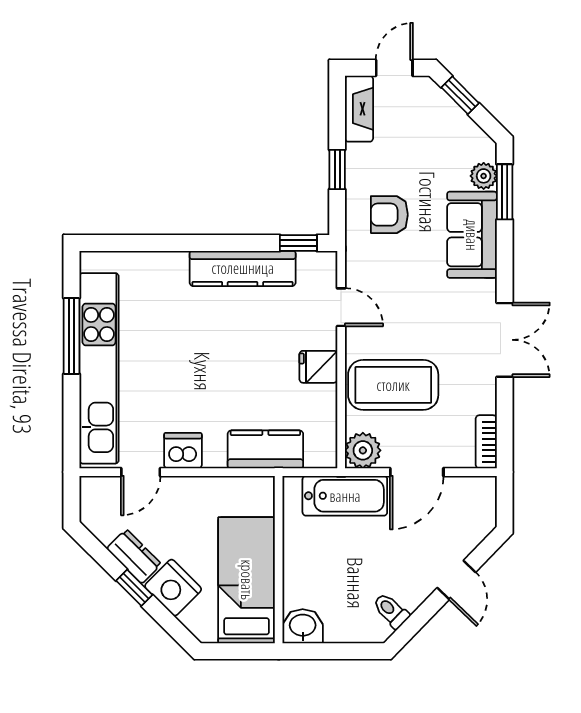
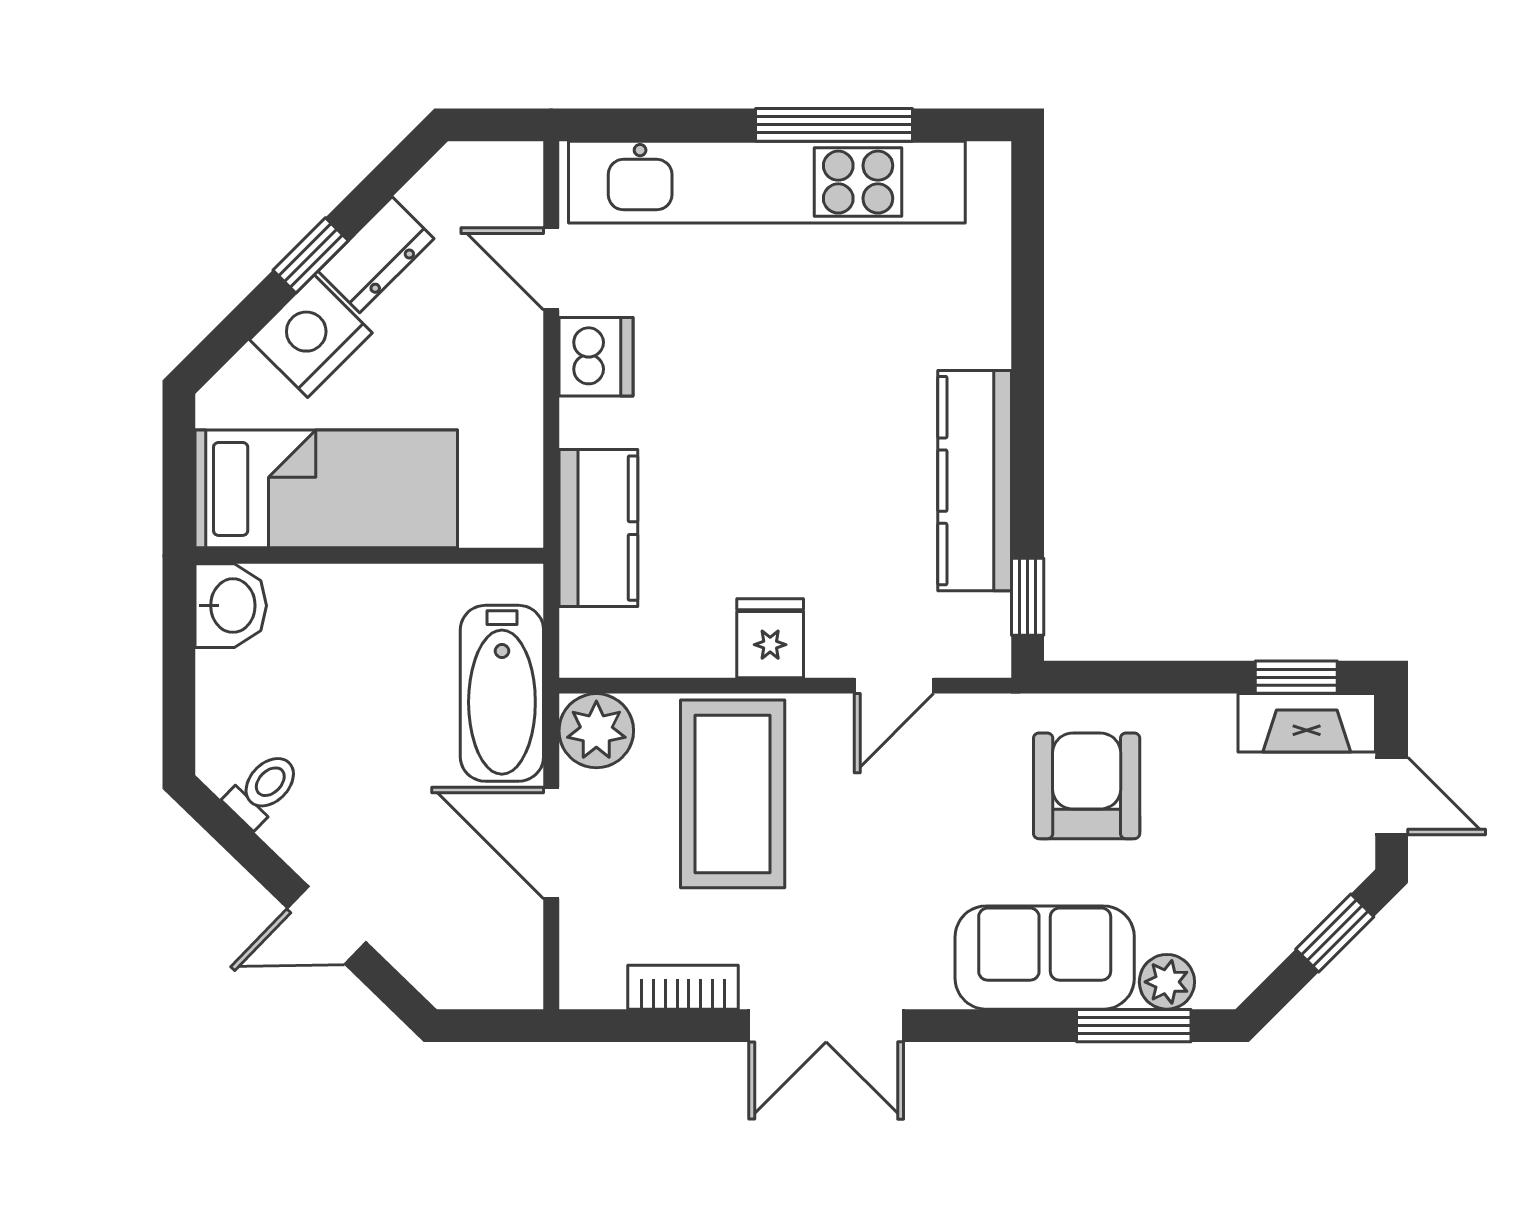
window: (337, 169) -> (1296, 677), moved
armchair: (389, 215) -> (1087, 786), width x1.38, depth x1.38
bookcase: (486, 442) -> (683, 987), moved

